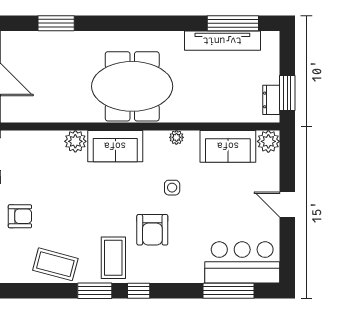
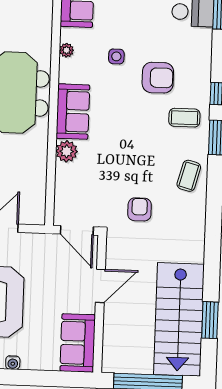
coffee table: (113, 258) -> (184, 118), width x0.73, depth x0.77
coffee table: (55, 264) -> (189, 176), width x0.73, depth x0.77

